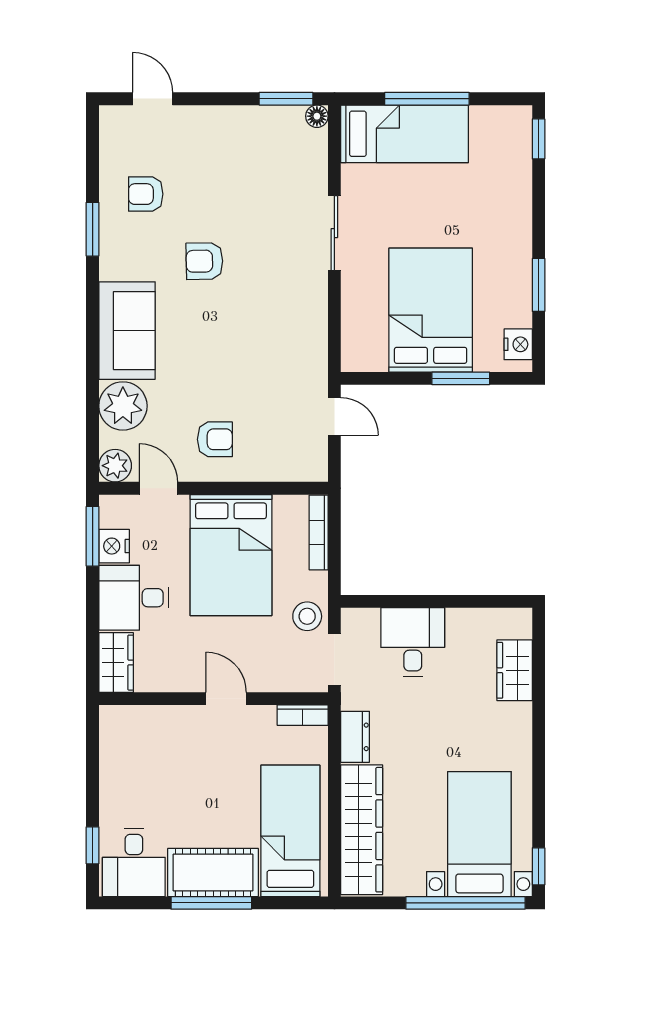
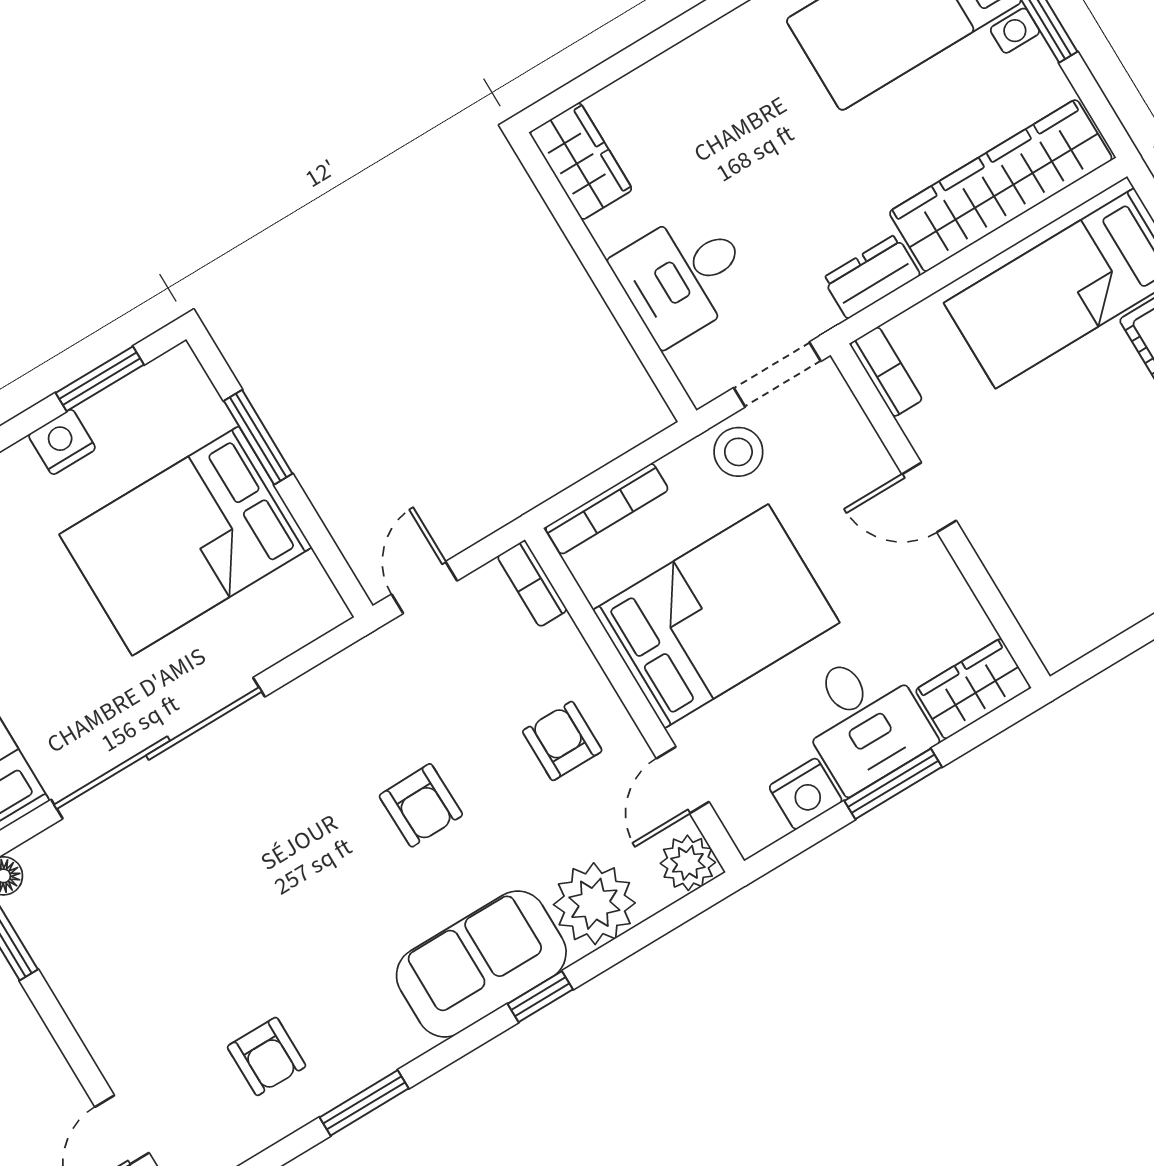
sliding door: (334, 233) -> (158, 748), width x1.86
armchair: (204, 261) -> (421, 805), moved
window: (539, 285) -> (100, 379), moved
nightstand: (518, 344) -> (62, 442), moved
window: (93, 350) -> (540, 997), added
bookcase: (304, 472) -> (532, 583), added
window: (93, 536) -> (893, 784), moved
wardrobe: (515, 670) -> (581, 161), moved, turned -90
door: (226, 699) -> (929, 497), hinge flipped

